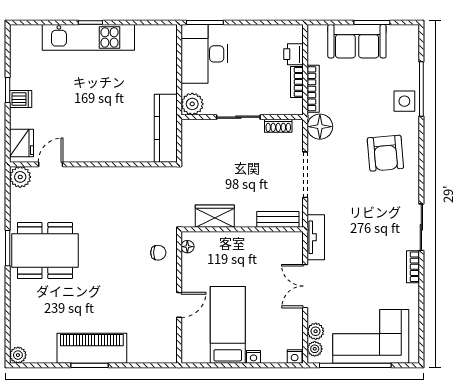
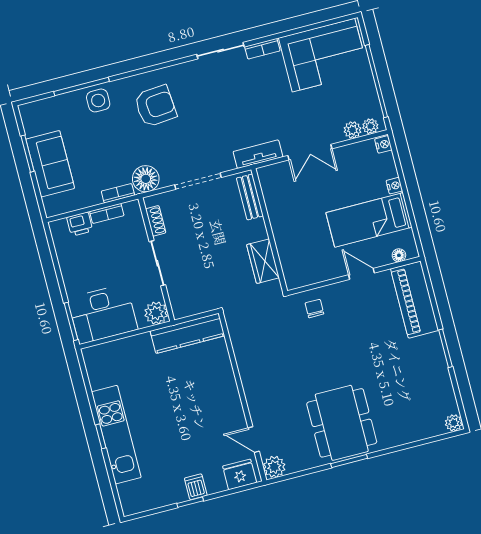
bookcase: (313, 89) -> (118, 193), width x0.64
floor lamp: (187, 247) -> (399, 255), moved
corner sofa: (371, 336) -> (324, 55), moved, turned -90
piano: (92, 348) -> (415, 300), moved

